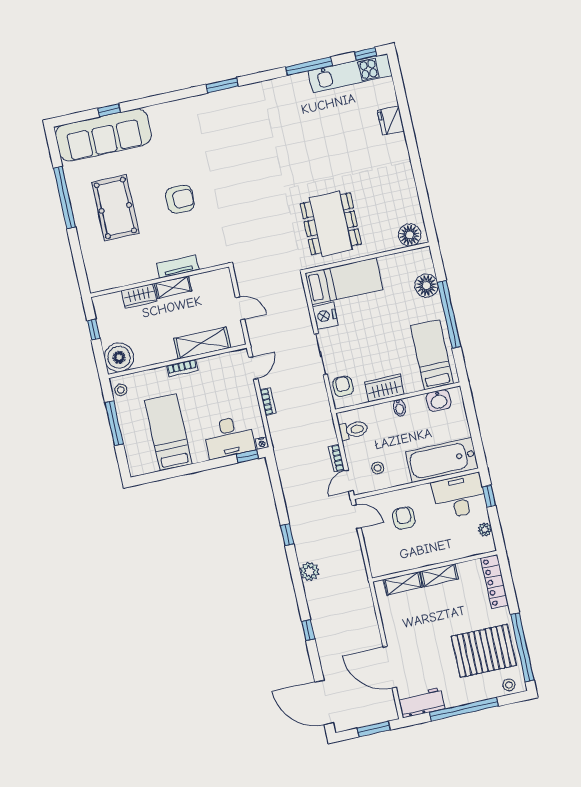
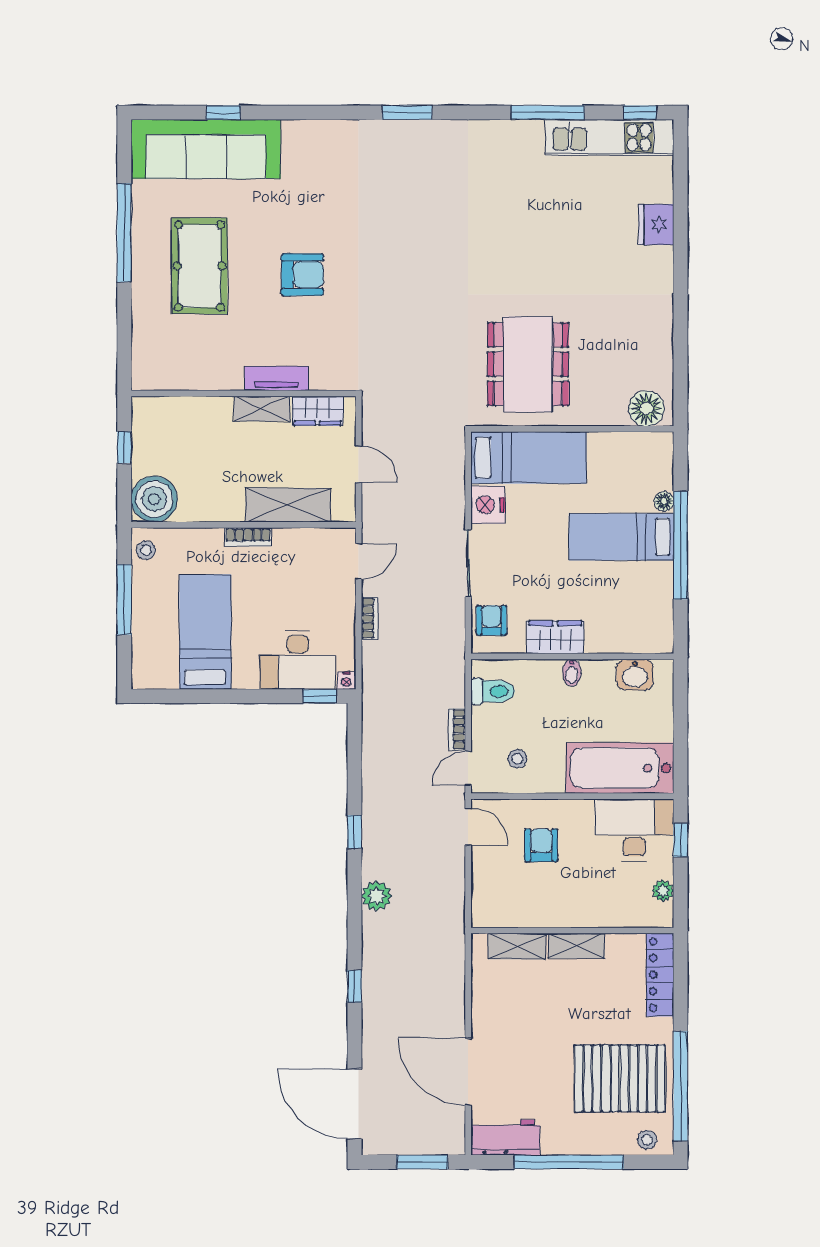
floor lamp: (426, 286) -> (664, 501), width x0.53, depth x0.53
wardrobe: (139, 296) -> (317, 411), moved
bed: (432, 355) -> (621, 537), moved, turned -90

